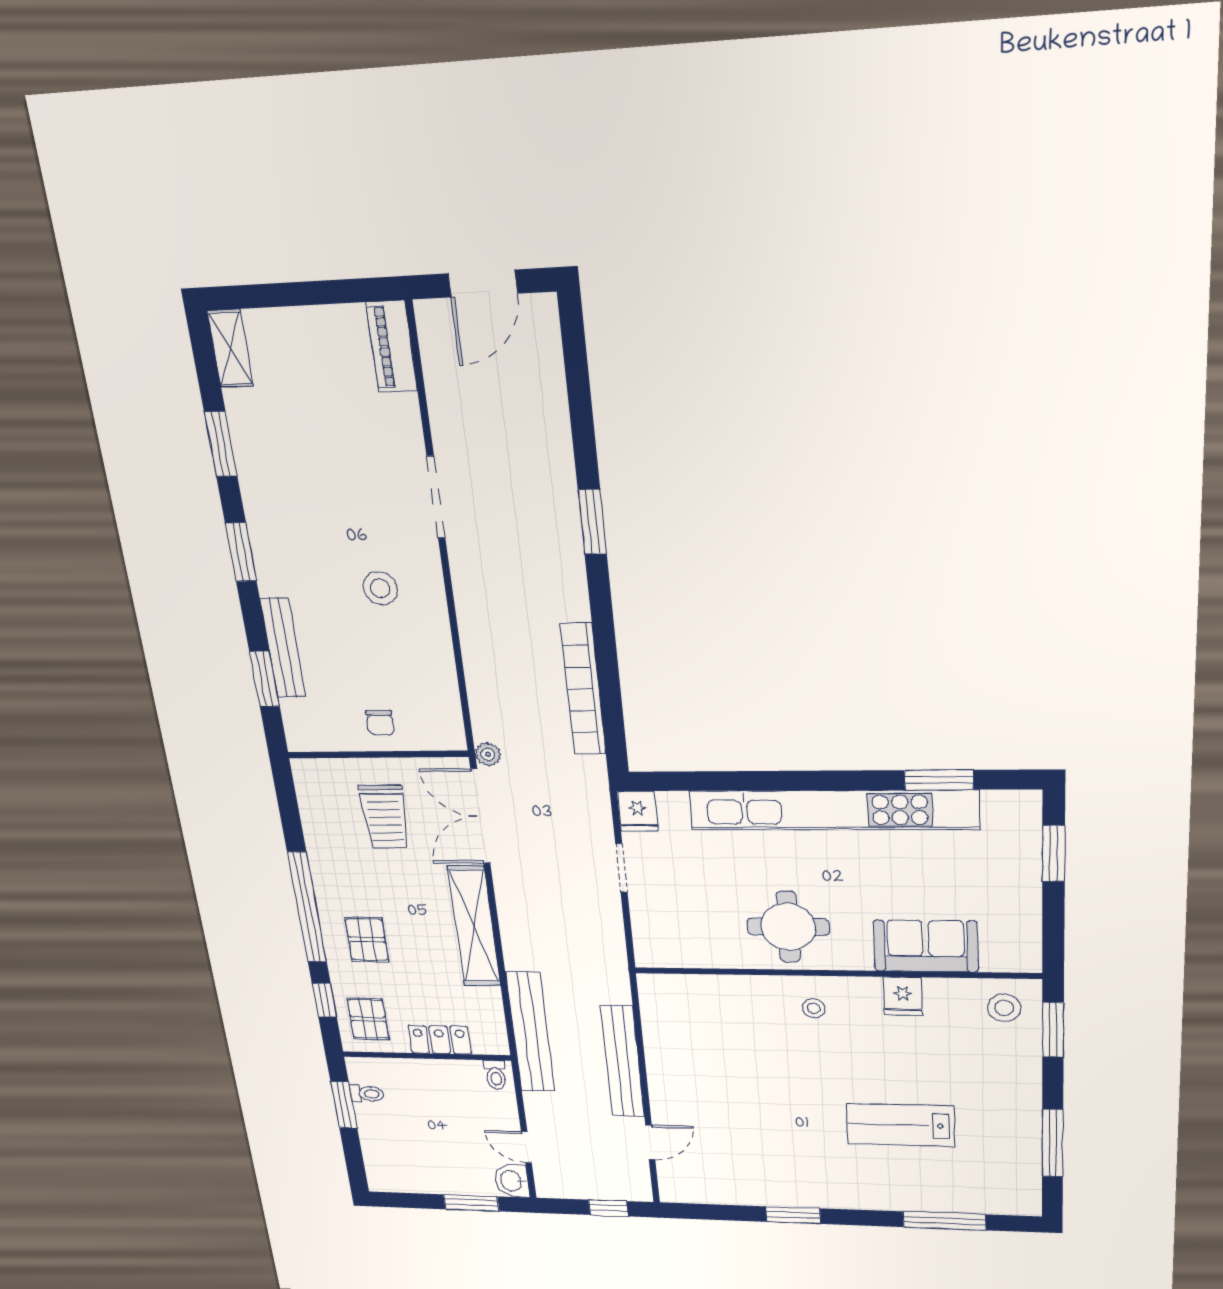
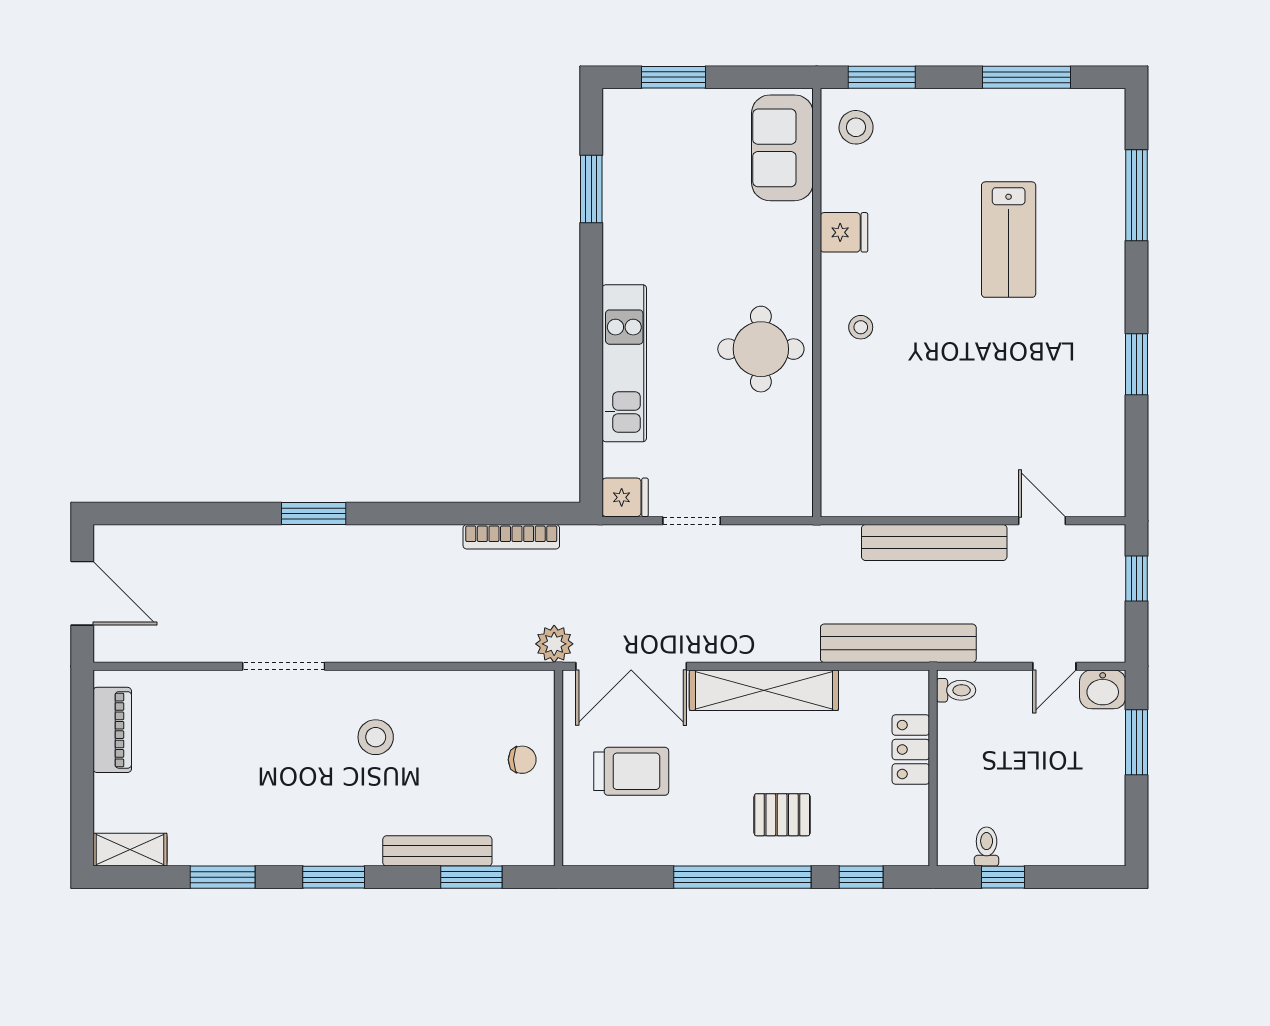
piano: (392, 347) -> (112, 730), moved, turned -90
bookcase: (583, 689) -> (511, 537), width x0.68, depth x0.76
plant: (488, 754) -> (554, 644), width x1.38, depth x1.38
kitchen unit: (833, 810) -> (624, 363), width x0.54
sofa: (926, 946) -> (782, 148), moved
pallet: (368, 1019) -> (885, 830), removed
window: (344, 1105) -> (1003, 877), width x0.67

